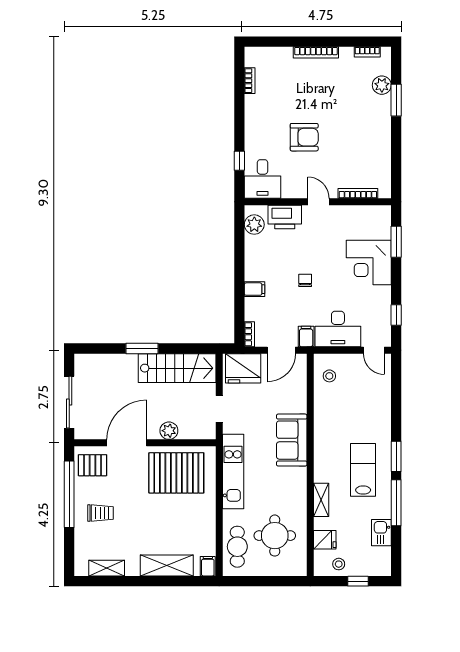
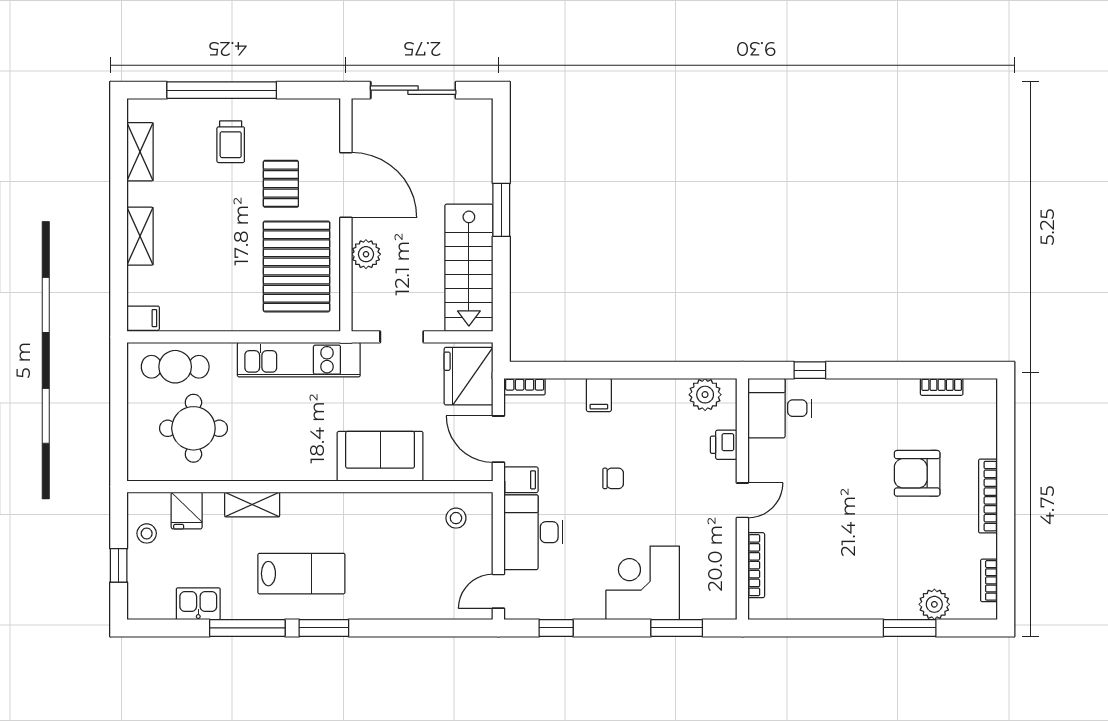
armchair: (304, 137) -> (917, 473), moved, turned 90
printer: (285, 217) -> (724, 445), width x0.53, depth x0.68
sofa: (292, 440) -> (380, 456), moved
pallet: (92, 465) -> (281, 184), moved
window: (69, 494) -> (222, 90), moved
shelving: (167, 565) -> (140, 236), width x0.67, depth x0.75

